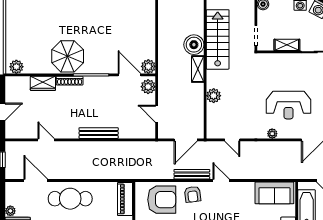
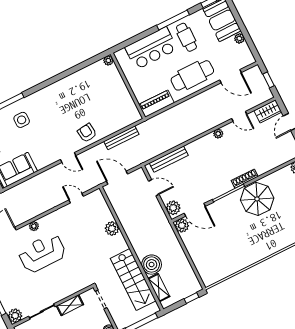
shelving: (198, 69) -> (159, 288), moved
wardrobe: (43, 83) -> (268, 111), moved, turned 180
bench: (99, 133) -> (169, 159), moved
plant: (73, 134) -> (218, 134), added
plant: (272, 134) -> (34, 226), moved
door: (186, 140) -> (117, 178), hinge flipped
bench: (192, 174) -> (121, 138), moved
piano: (125, 199) -> (156, 104), moved, turned -90
armchair: (162, 200) -> (112, 115), removed

